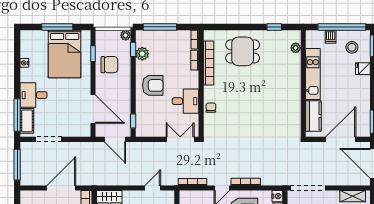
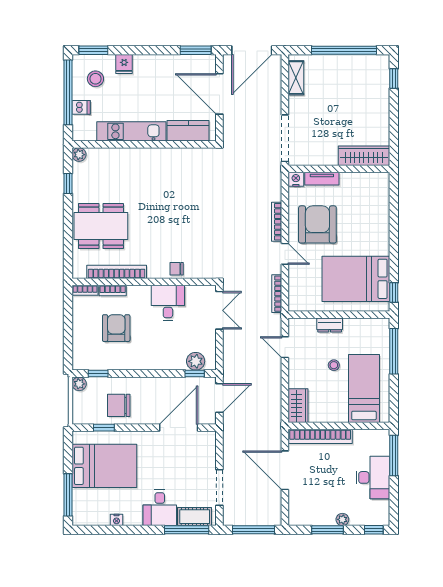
window: (57, 27) -> (68, 495), moved
window: (160, 27) -> (68, 337), removed
plant: (296, 48) -> (79, 155), moved
dining table: (243, 51) -> (101, 226), width x1.38
plant: (142, 54) -> (196, 361), moved
chair: (109, 65) -> (119, 405), turned -90
armchair: (153, 85) -> (116, 328), moved
double door: (180, 139) -> (219, 310), swing flipped

